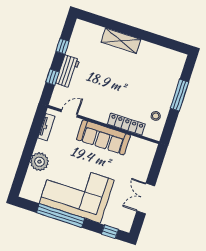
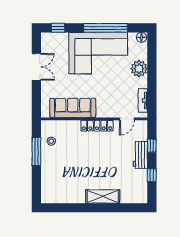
window: (180, 95) -> (36, 152), moved
locker: (126, 124) -> (97, 126), moved
sofa: (103, 137) -> (73, 108), moved
floor lamp: (26, 193) -> (141, 37), added

